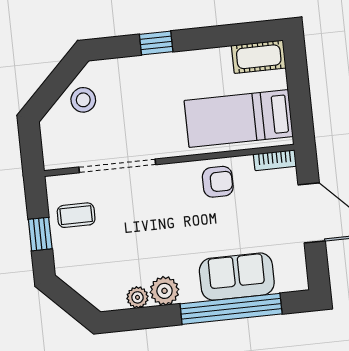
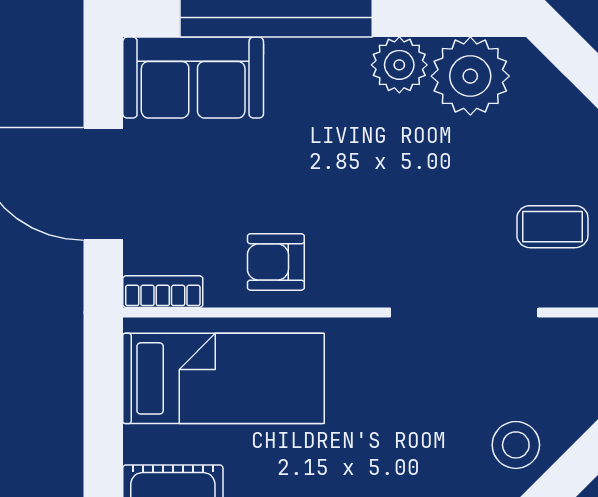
sofa: (237, 277) -> (193, 78), moved
plant: (137, 297) -> (470, 76), width x1.87, depth x1.87

